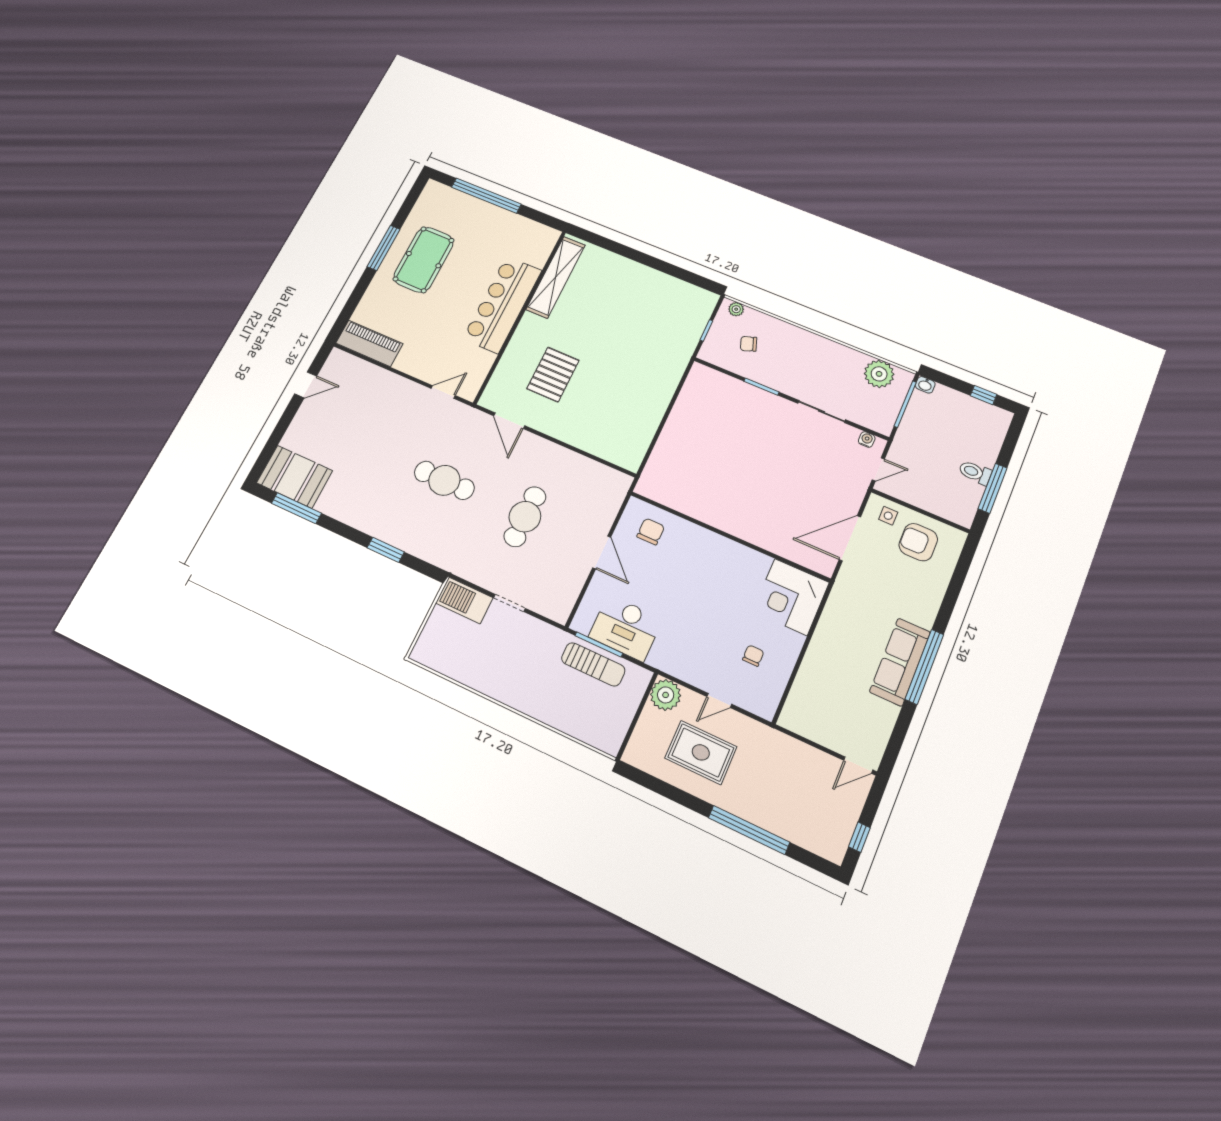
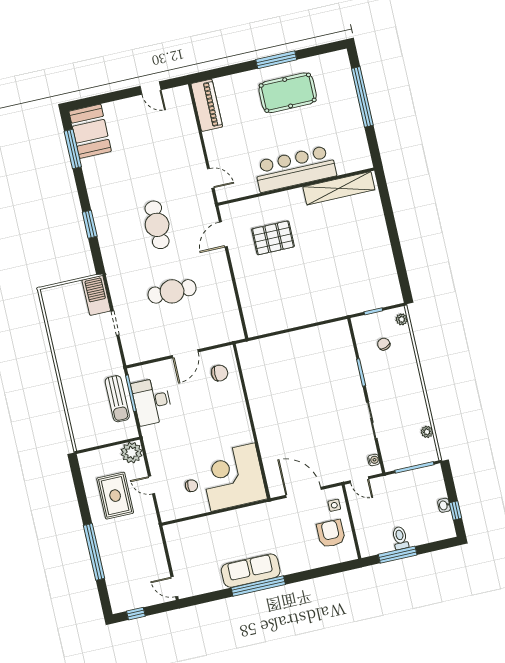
plant: (879, 374) -> (427, 432), width x0.53, depth x0.53
washbasin: (925, 385) -> (444, 505), moved
corner desk: (791, 597) -> (233, 477), width x1.36, depth x1.36

